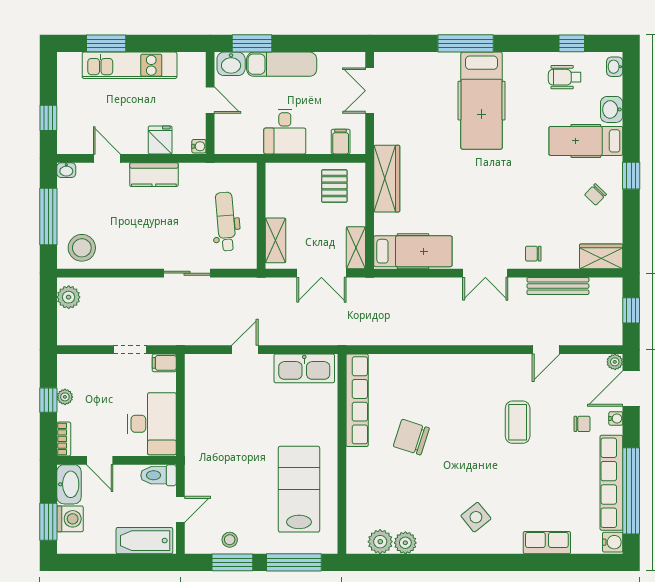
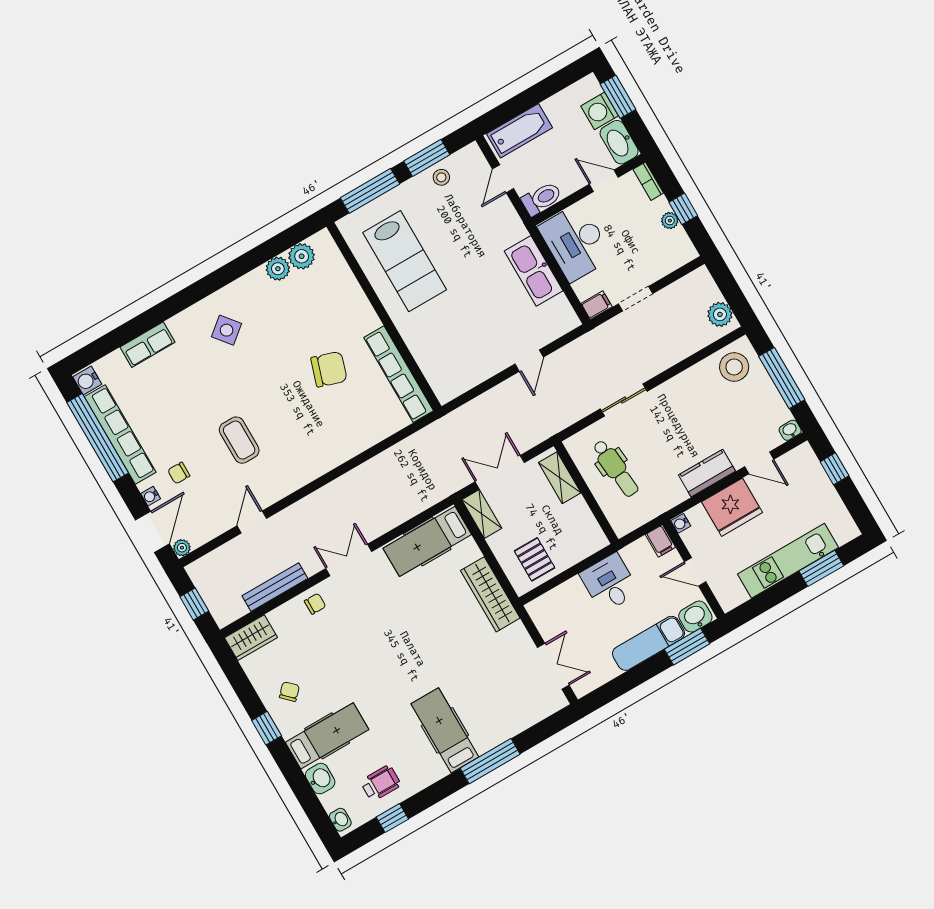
hospital bed: (482, 101) -> (445, 730), width x0.73, depth x0.78
fridge: (160, 140) -> (732, 507), width x1.88, depth x1.34
filing cabinet: (341, 142) -> (660, 541), moved
kitchen sink: (304, 368) -> (534, 271), moved, turned -90

